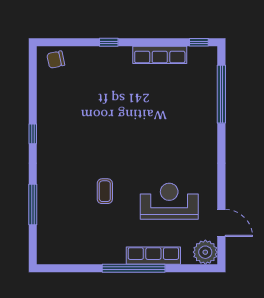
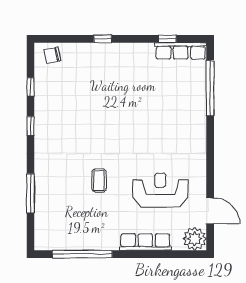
window: (199, 42) -> (167, 39), moved
row of seats: (160, 55) -> (181, 51), moved
window: (33, 93) -> (30, 87), added
window: (134, 268) -> (82, 254), moved

